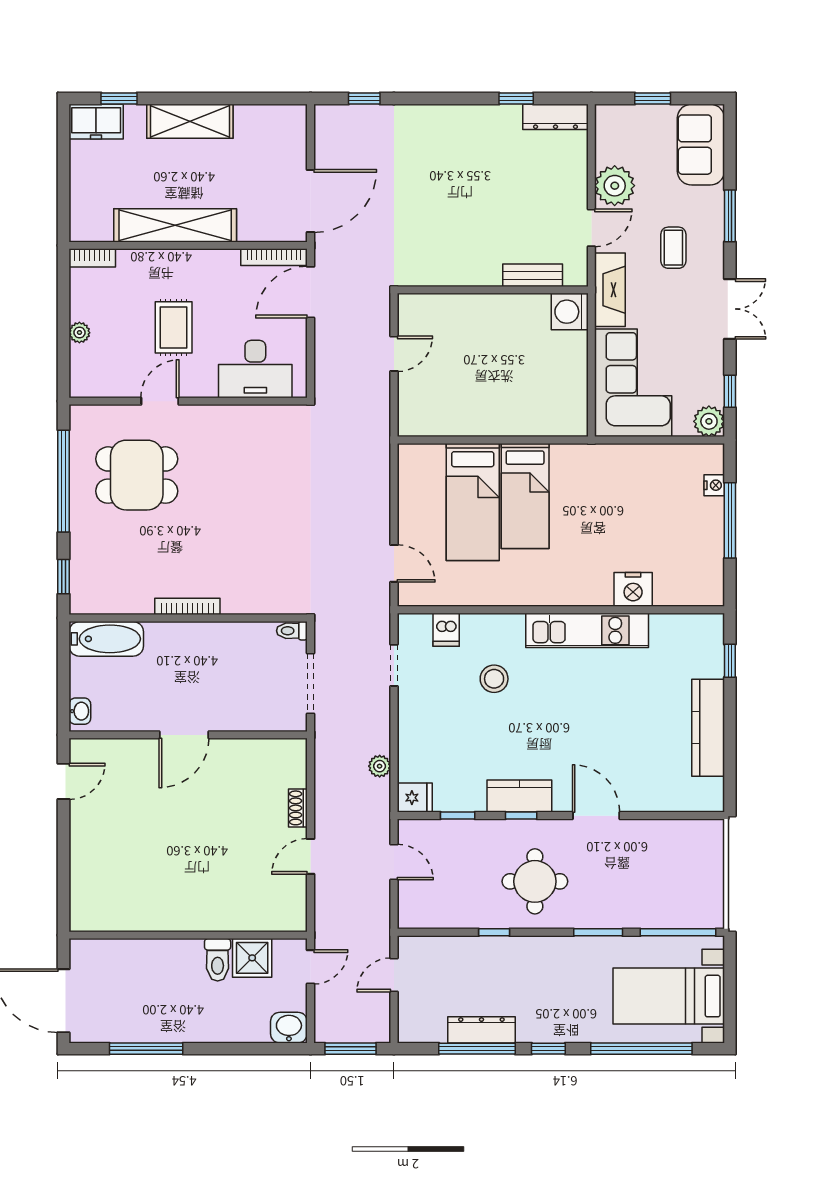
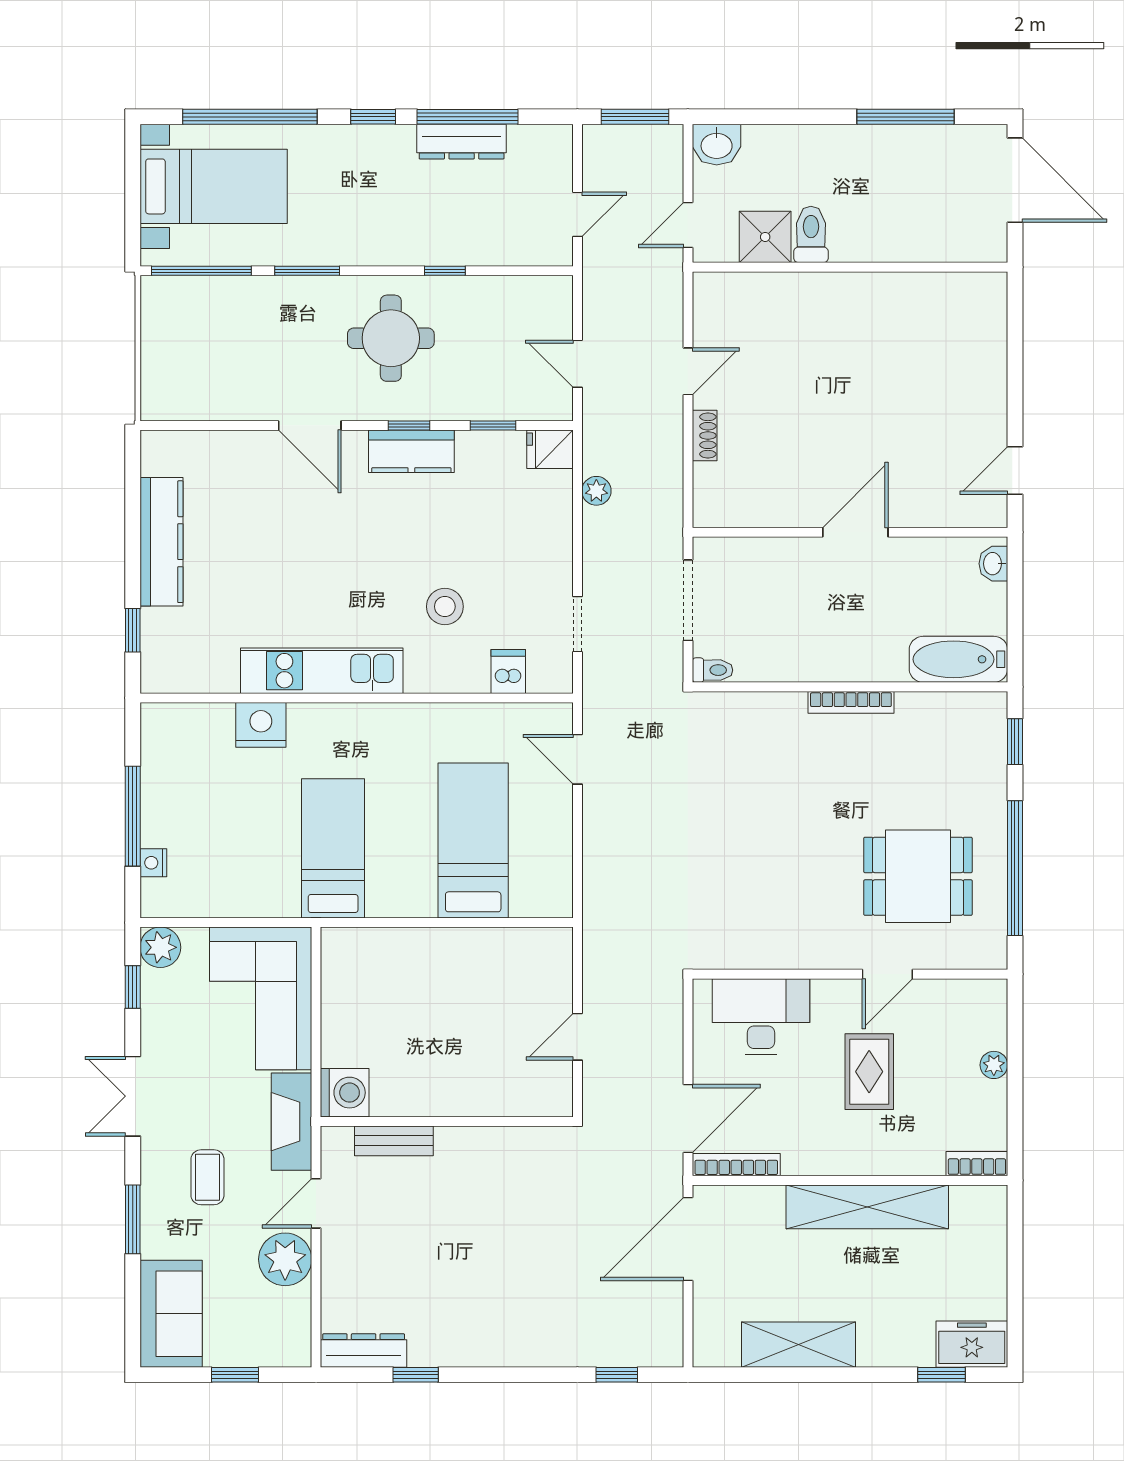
shelving: (190, 121) -> (798, 1345), moved
bed: (525, 496) -> (333, 848), moved

